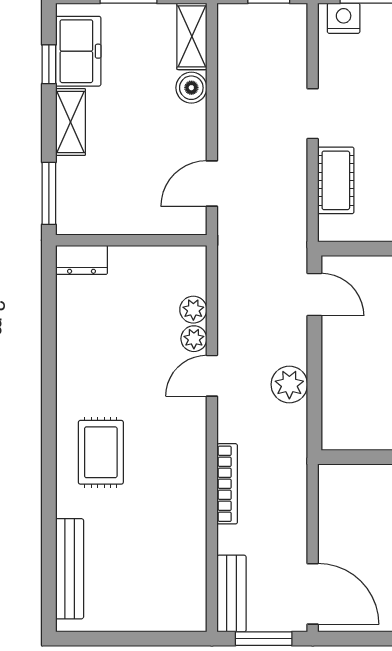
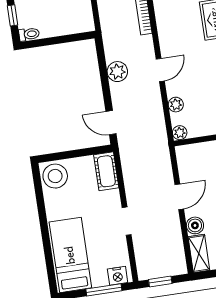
cot: (336, 180) -> (106, 171), moved
door: (212, 183) -> (179, 197), moved
plant: (194, 339) -> (180, 133), moved

